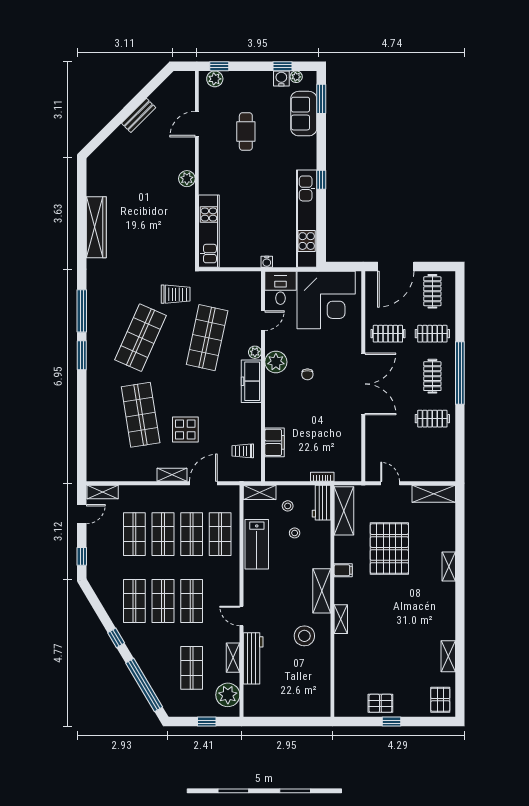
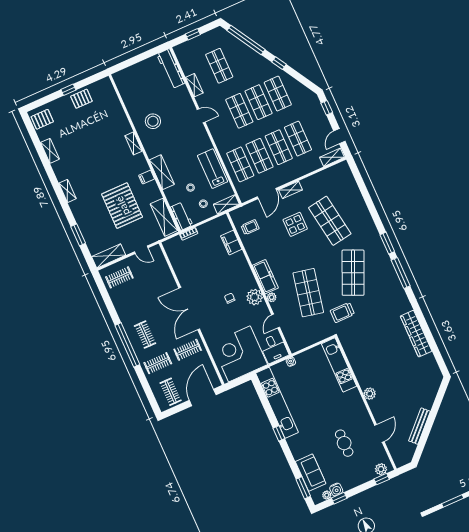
bench: (139, 115) -> (420, 426), width x1.36
clothes rail: (432, 419) -> (119, 277), moved
window: (460, 537) -> (78, 235), added
shelving: (449, 566) -> (68, 191), moved
shelving: (322, 591) -> (162, 172), moved
workbench: (253, 658) -> (171, 69), moved
plant: (228, 695) -> (187, 58), removed
pallet: (440, 700) -> (42, 119), turned 90

